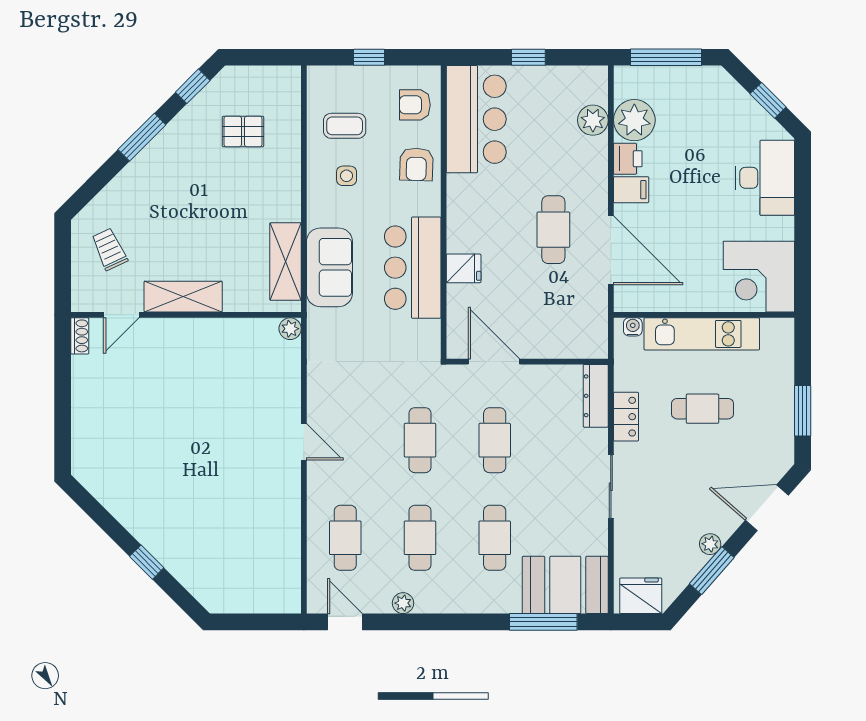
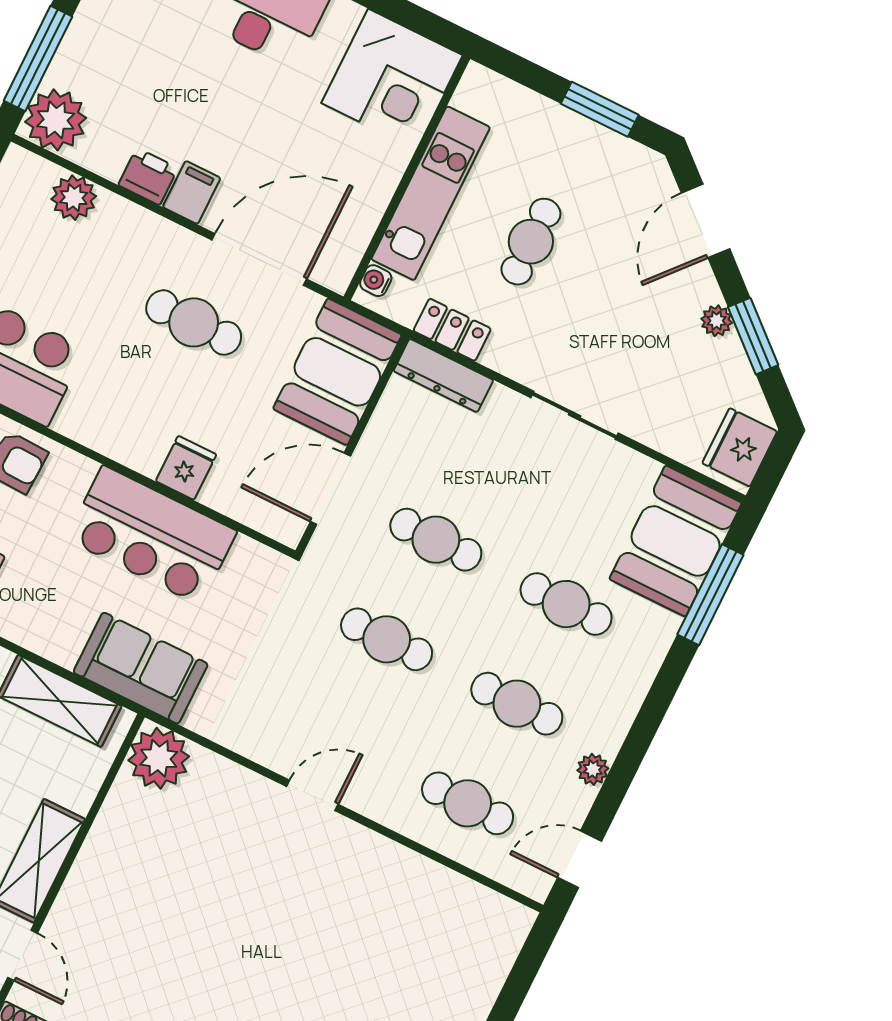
plant: (634, 120) -> (56, 120), moved
sofa: (329, 267) -> (141, 668), moved
plant: (290, 329) -> (159, 758), width x1.88, depth x1.88
booth: (566, 331) -> (337, 372), added
locker: (626, 417) -> (452, 330), moved

